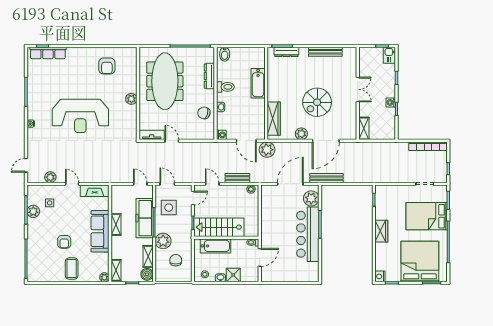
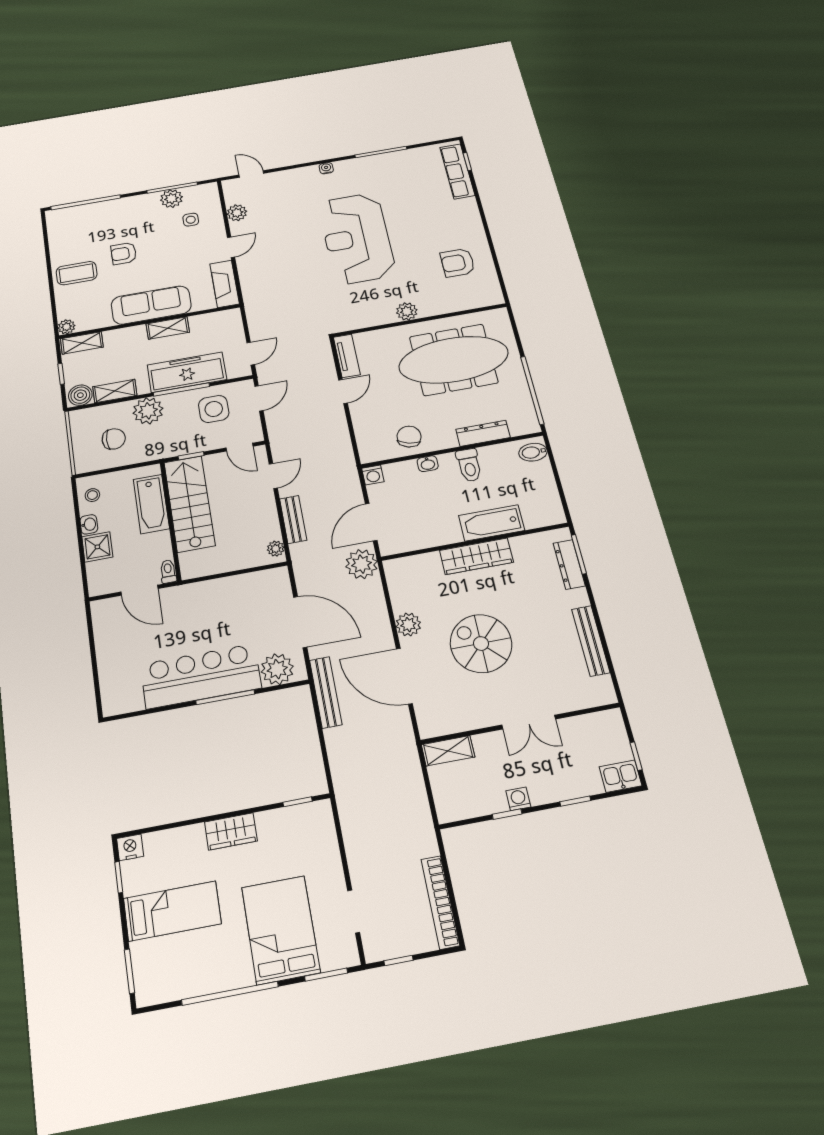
wardrobe: (274, 119) -> (476, 556), moved
bed: (420, 261) -> (172, 911), width x0.49

